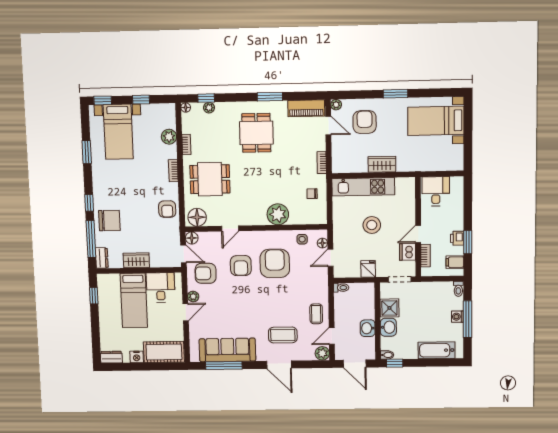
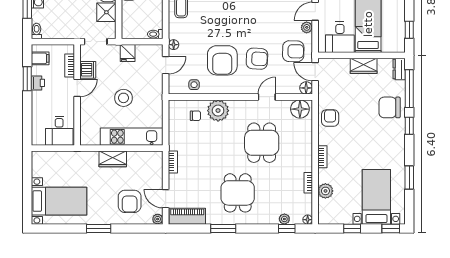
dining table: (210, 179) -> (262, 143), moved, turned 90
chair: (312, 194) -> (195, 116), moved
floor lamp: (322, 243) -> (174, 45), moved
armchair: (241, 266) -> (257, 59), turned 93

